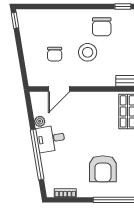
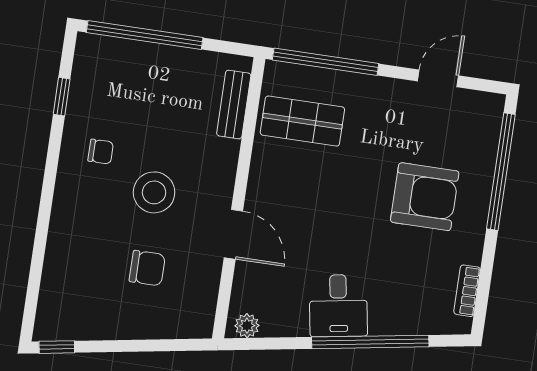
chair: (102, 27) -> (101, 152), width x0.54, depth x0.54
door: (59, 89) -> (233, 234), moved
plant: (40, 121) -> (247, 326), moved

